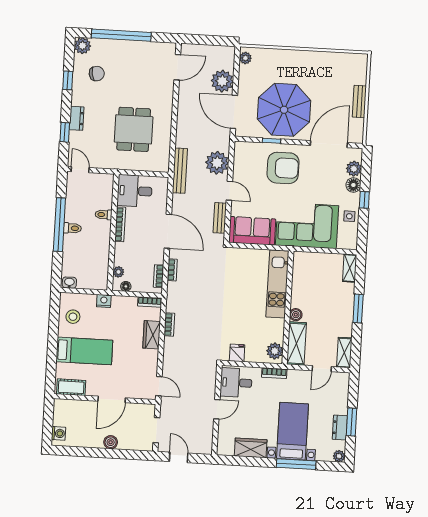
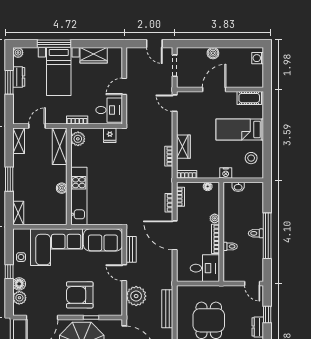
bench: (180, 171) -> (167, 309), moved
plant: (118, 272) -> (215, 218), moved
washbasin: (69, 283) -> (238, 187), moved
boiler: (296, 315) -> (62, 188), moved

